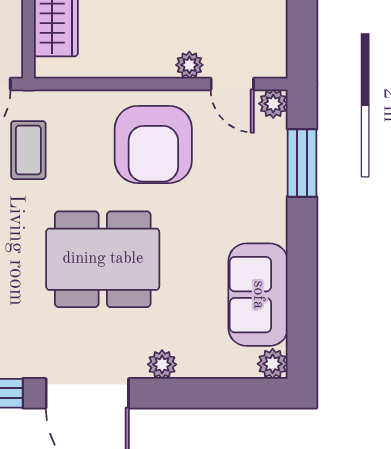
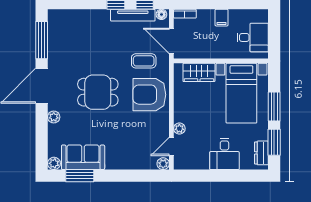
armchair: (153, 144) -> (149, 95), moved
window: (302, 163) -> (80, 176), moved
dining table: (103, 259) -> (98, 92), width x0.73

